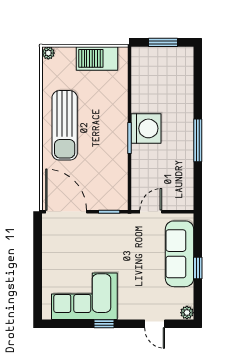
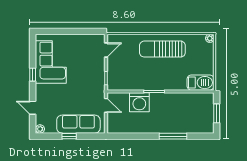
barbecue: (97, 58) -> (200, 83), moved, turned 90
washing machine: (146, 128) -> (139, 102), moved
window: (198, 140) -> (173, 136), moved
door: (66, 212) -> (106, 50), width x0.53
door: (155, 324) -> (33, 108), hinge flipped

